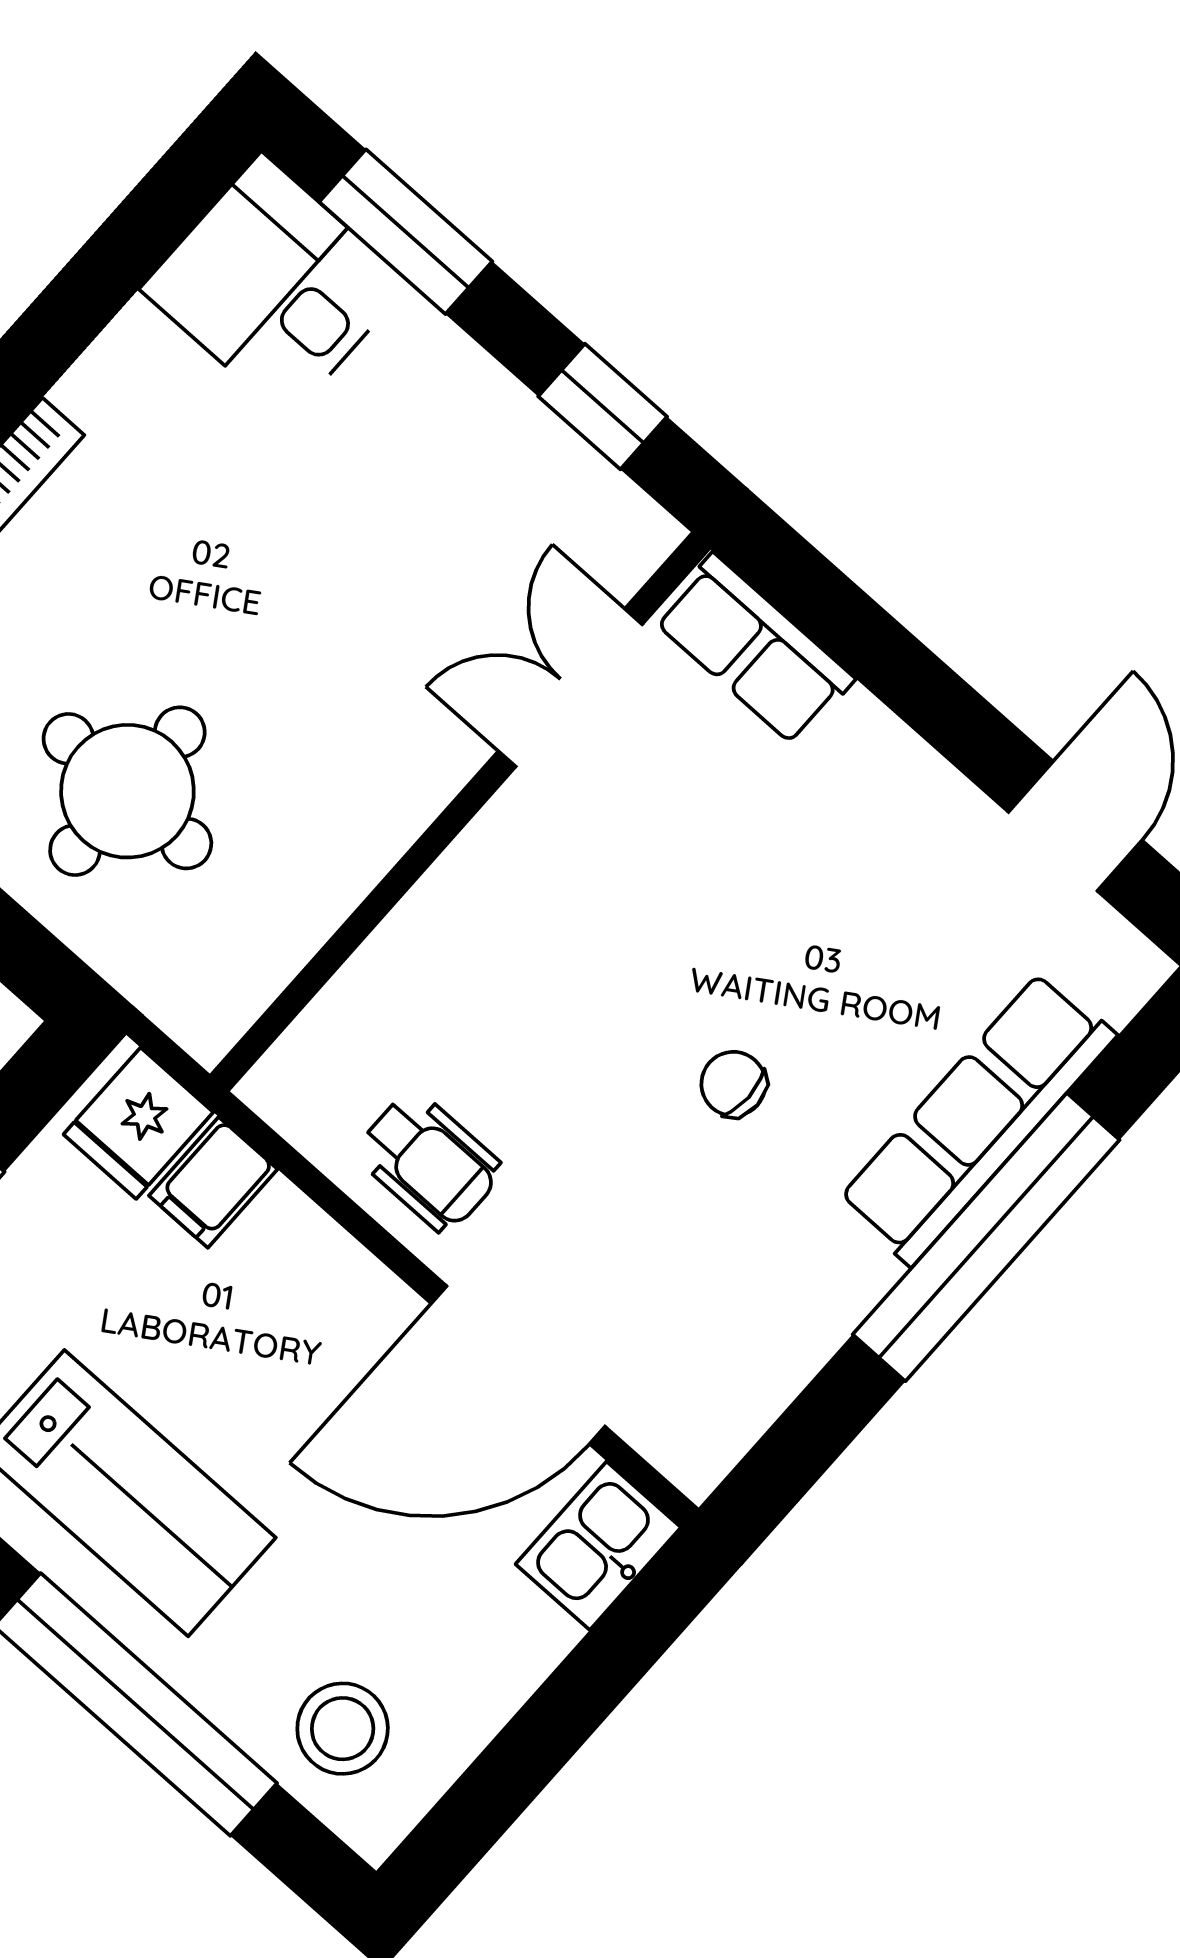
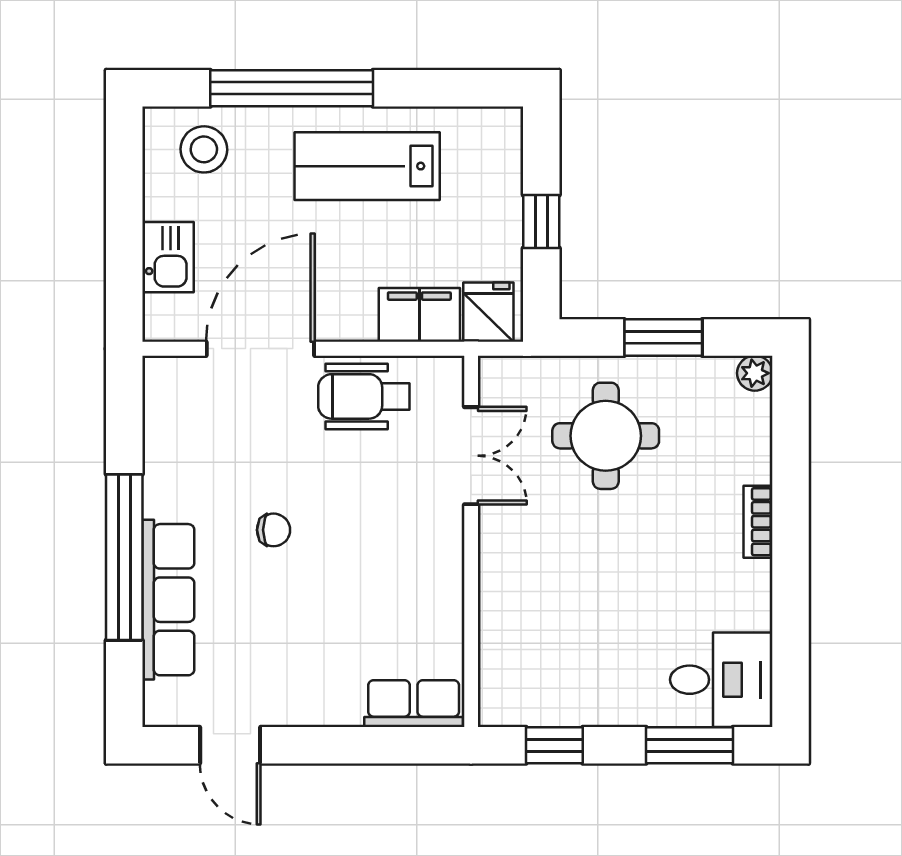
double door: (570, 688) -> (471, 456), moved
wheelchair: (429, 1161) -> (364, 396), width x1.36, depth x1.37
filing cabinet: (213, 1182) -> (419, 315), width x2.00
kitchen sink: (598, 1546) -> (168, 257), moved

